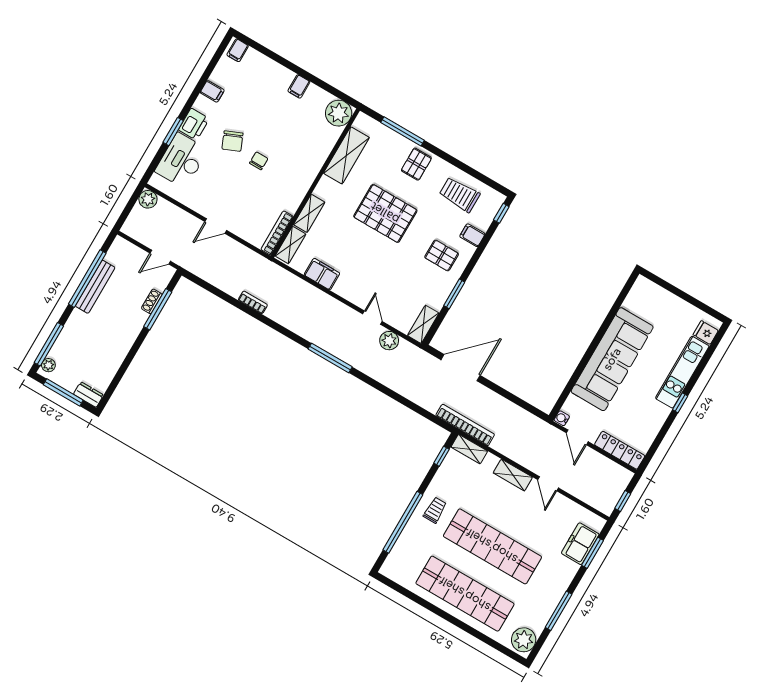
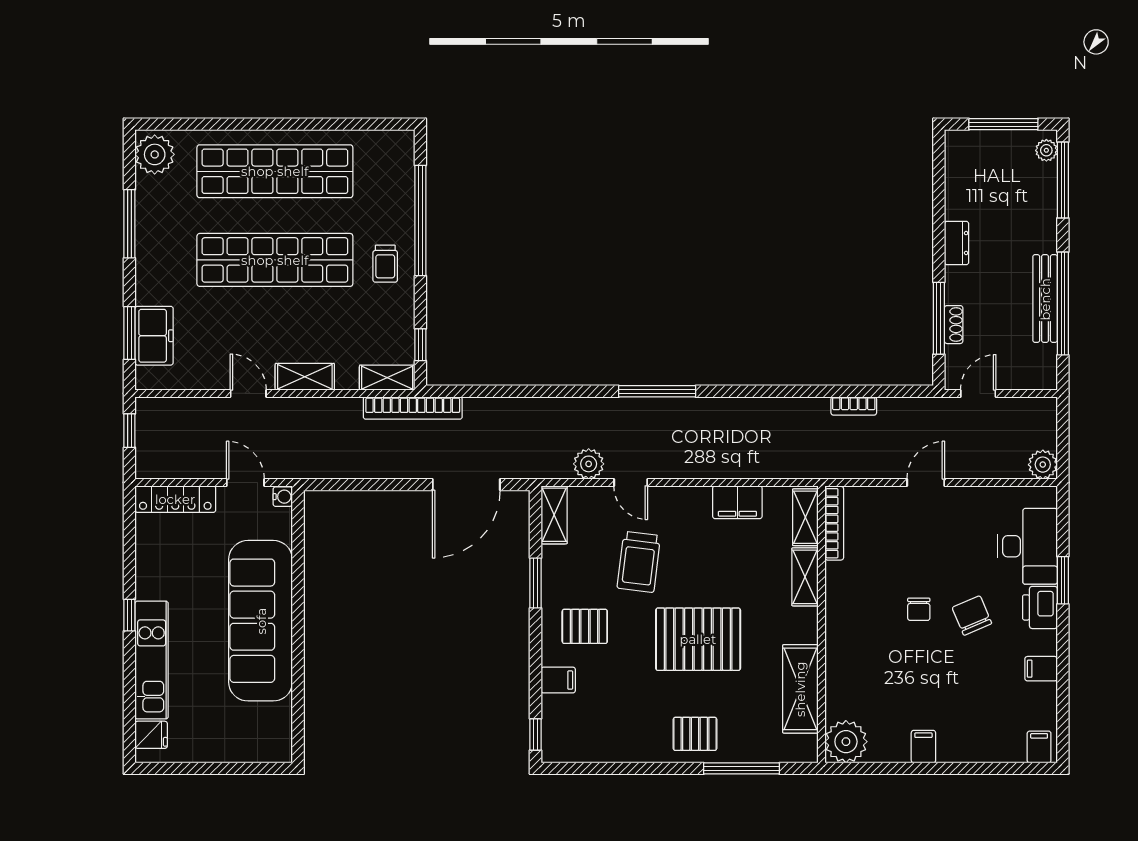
pallet: (416, 164) -> (695, 734), turned 90
trolley: (459, 195) -> (639, 562), moved, turned 97
bookcase: (253, 302) -> (854, 406), moved
dresser: (89, 395) -> (957, 243), moved, turned -90

